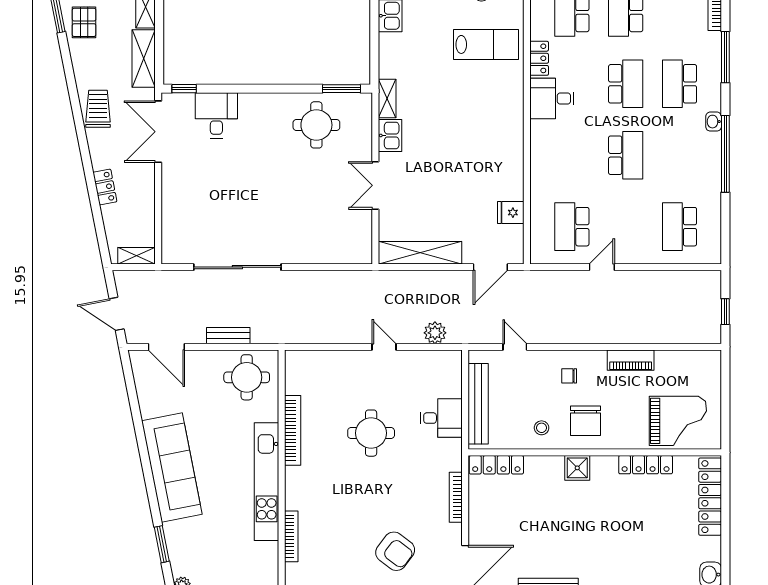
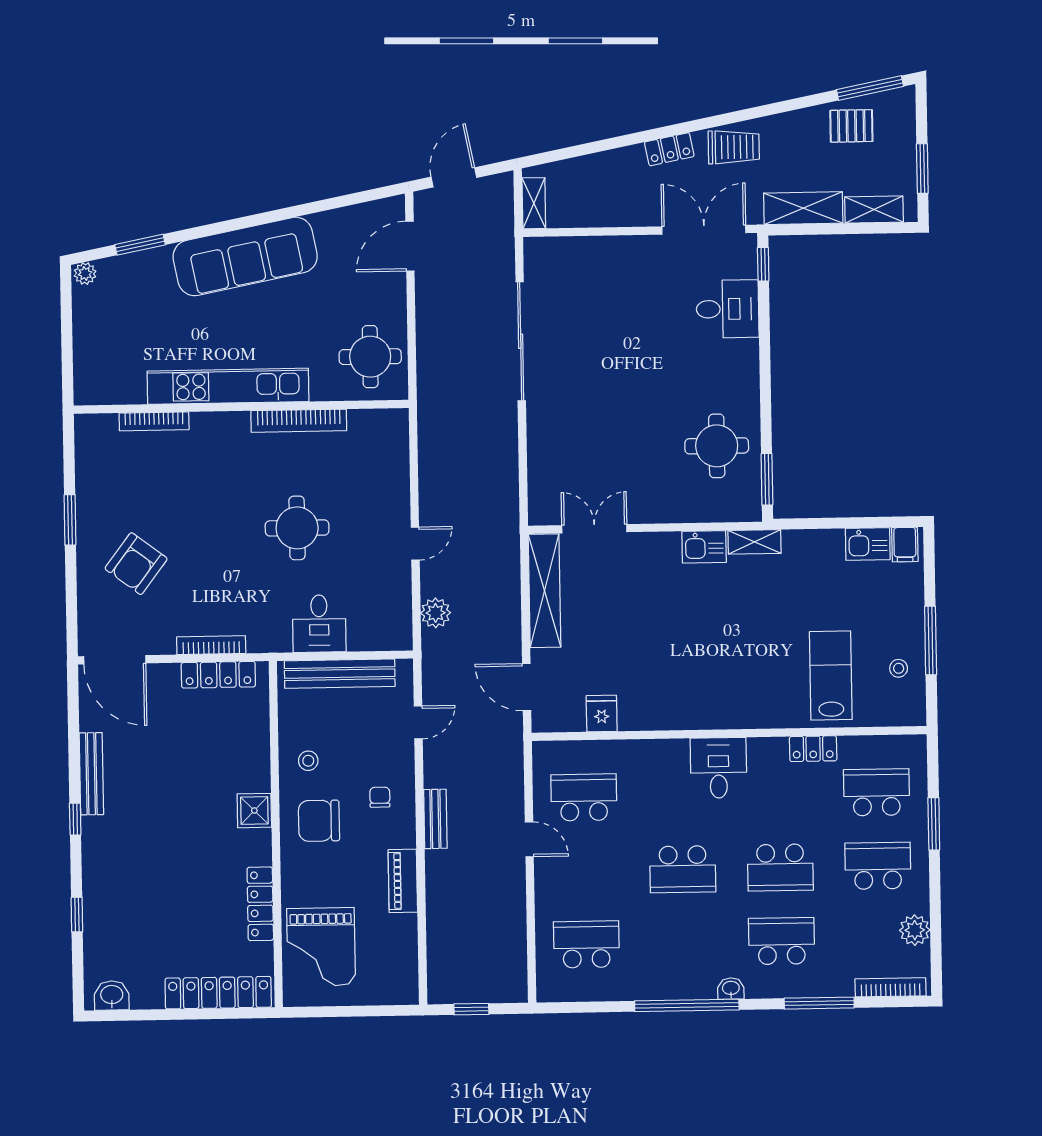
lab bench: (486, 44) -> (831, 676), turned 180
desk: (552, 98) -> (719, 768), moved
double door: (375, 185) -> (594, 529), moved
locker: (105, 187) -> (669, 149), moved
bench: (228, 336) -> (435, 819), moved
locker: (496, 465) -> (218, 675), moved, turned -90

